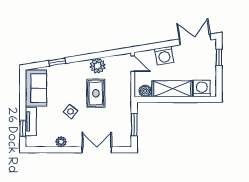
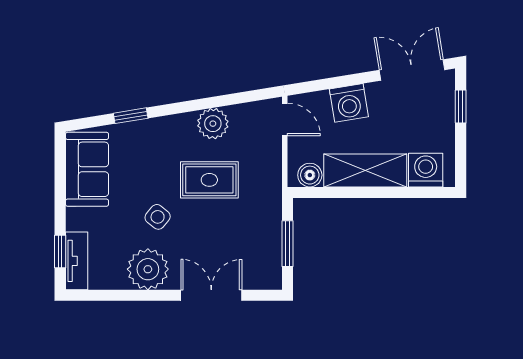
rug: (96, 93) -> (209, 180), turned 90
tv unit: (31, 122) -> (77, 261), moved
plant: (61, 142) -> (148, 269), width x1.87, depth x1.87

